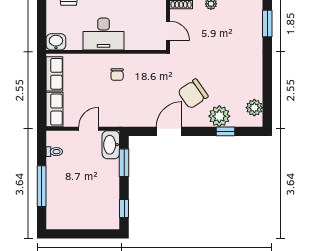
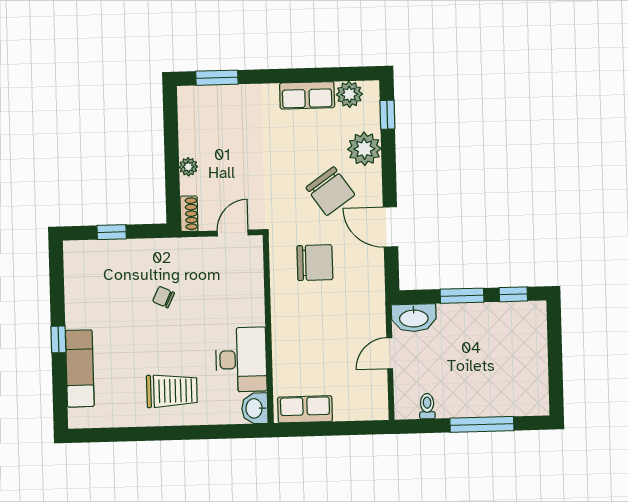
desk: (104, 34) -> (241, 360), moved
chair: (117, 75) -> (315, 263), moved, width x1.87, depth x1.87
row of seats: (55, 110) -> (307, 95), moved, turned 180
door: (89, 129) -> (390, 353), hinge flipped
window: (226, 131) -> (387, 115), moved
window: (124, 163) -> (462, 296), moved

